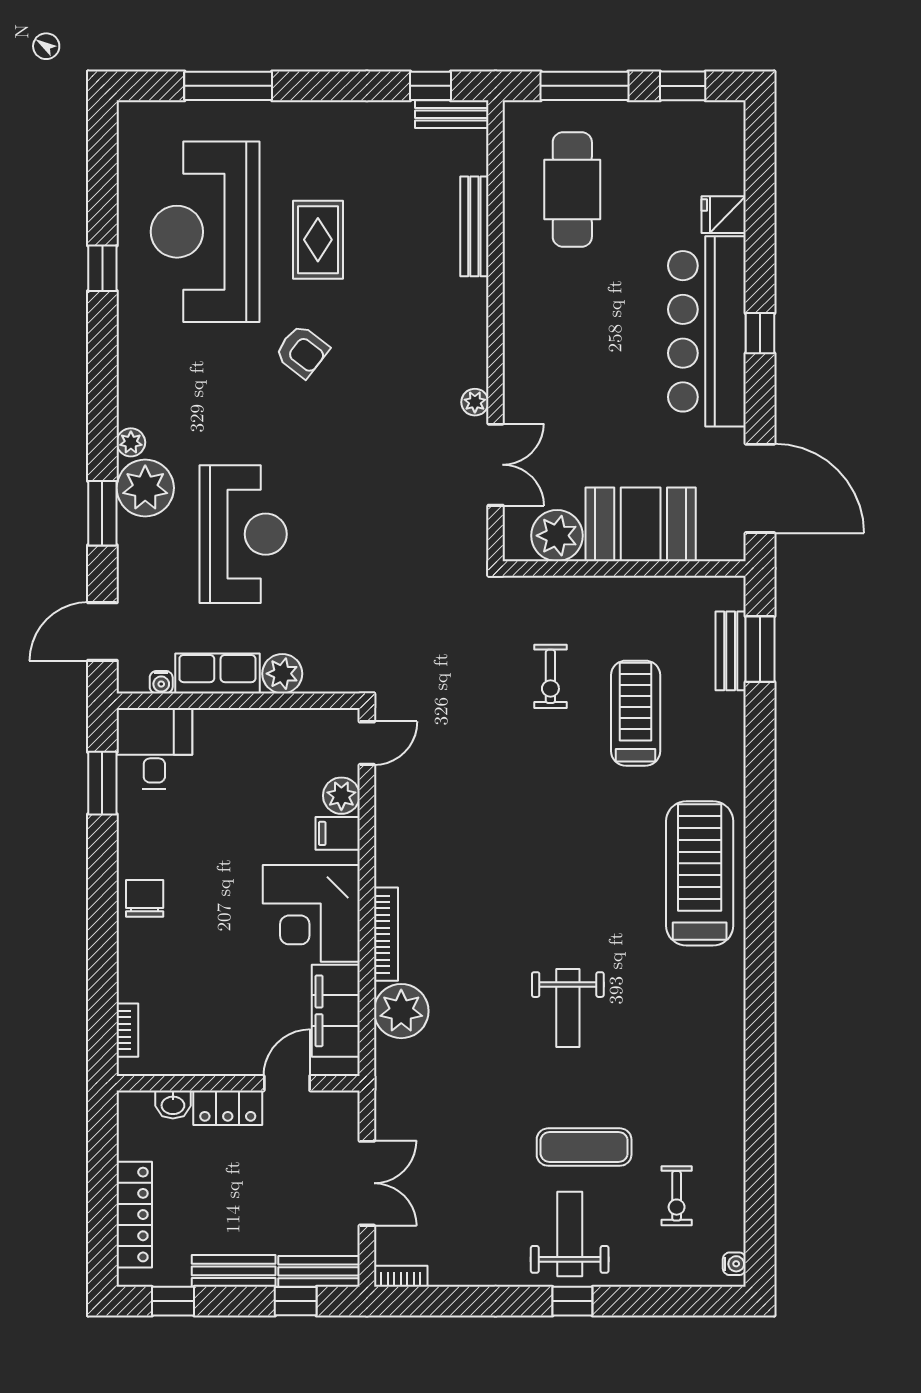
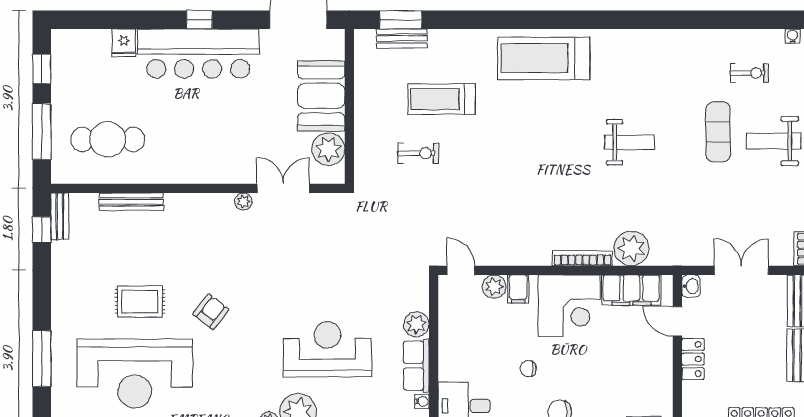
chair: (213, 849) -> (528, 369), added
washbasin: (173, 1105) -> (691, 286), moved

